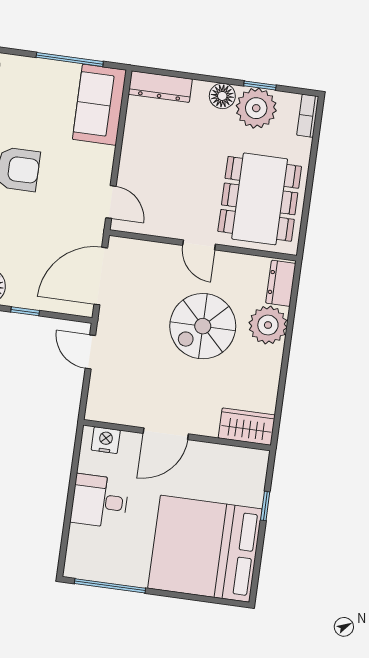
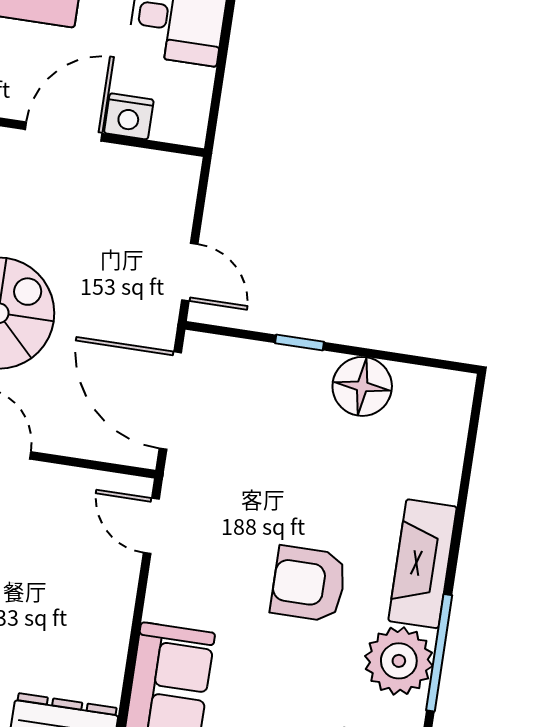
door: (101, 276) -> (170, 401), swing flipped
nightstand: (106, 440) -> (129, 116), moved

